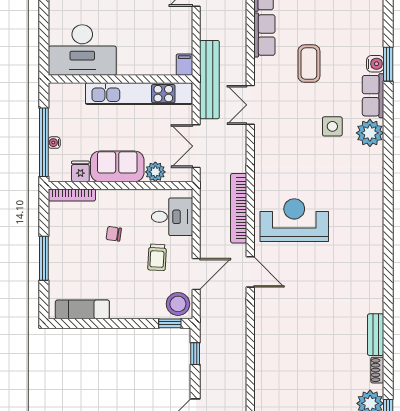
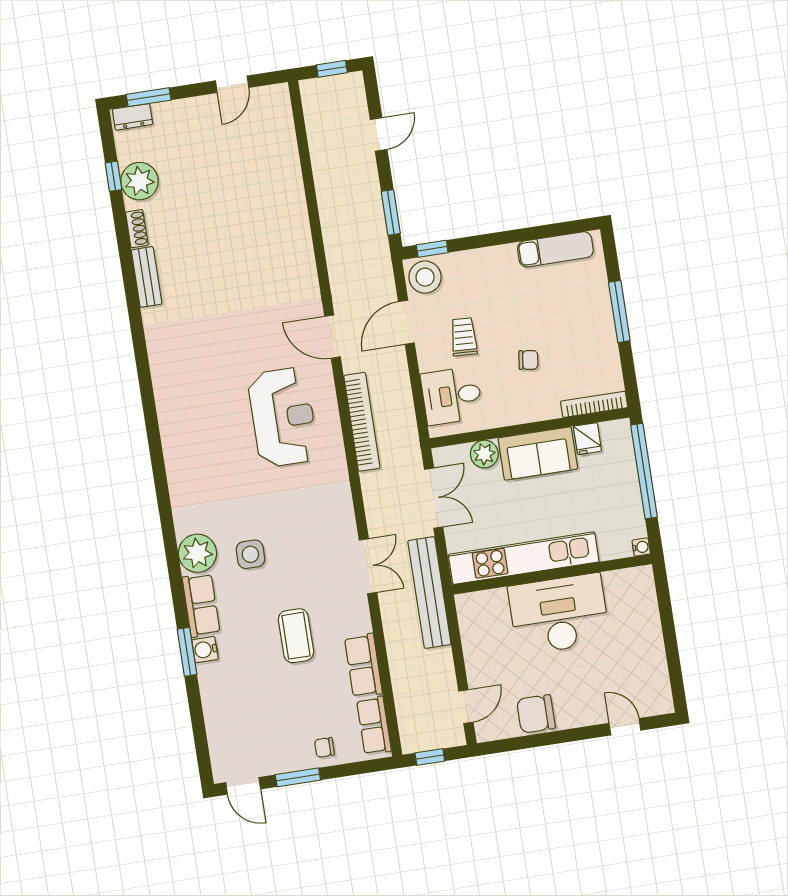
desk: (82, 50) -> (559, 614), moved
filing cabinet: (184, 65) -> (467, 608), removed
water cooler: (54, 143) -> (641, 547), moved
reception desk: (294, 220) -> (283, 417), turned -90
window: (195, 354) -> (391, 212), width x1.50

